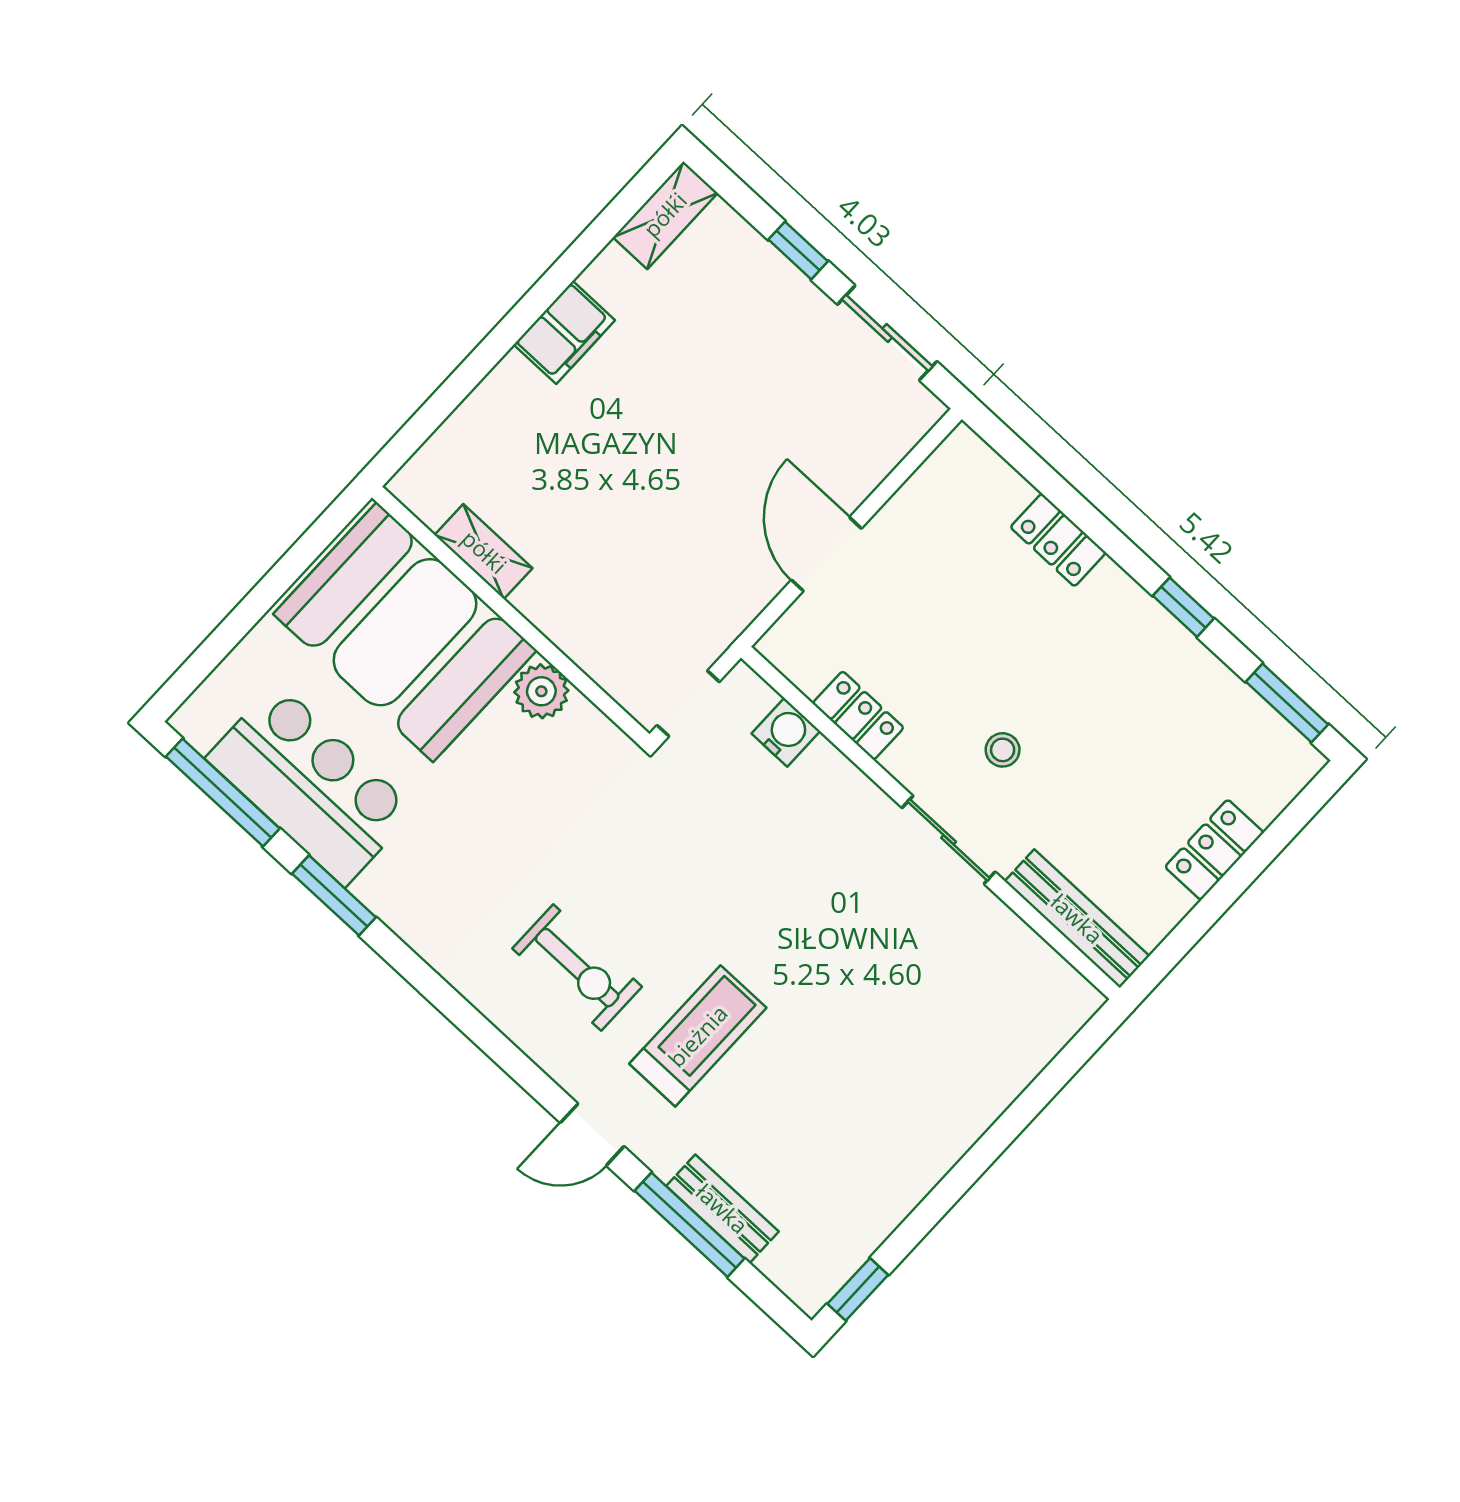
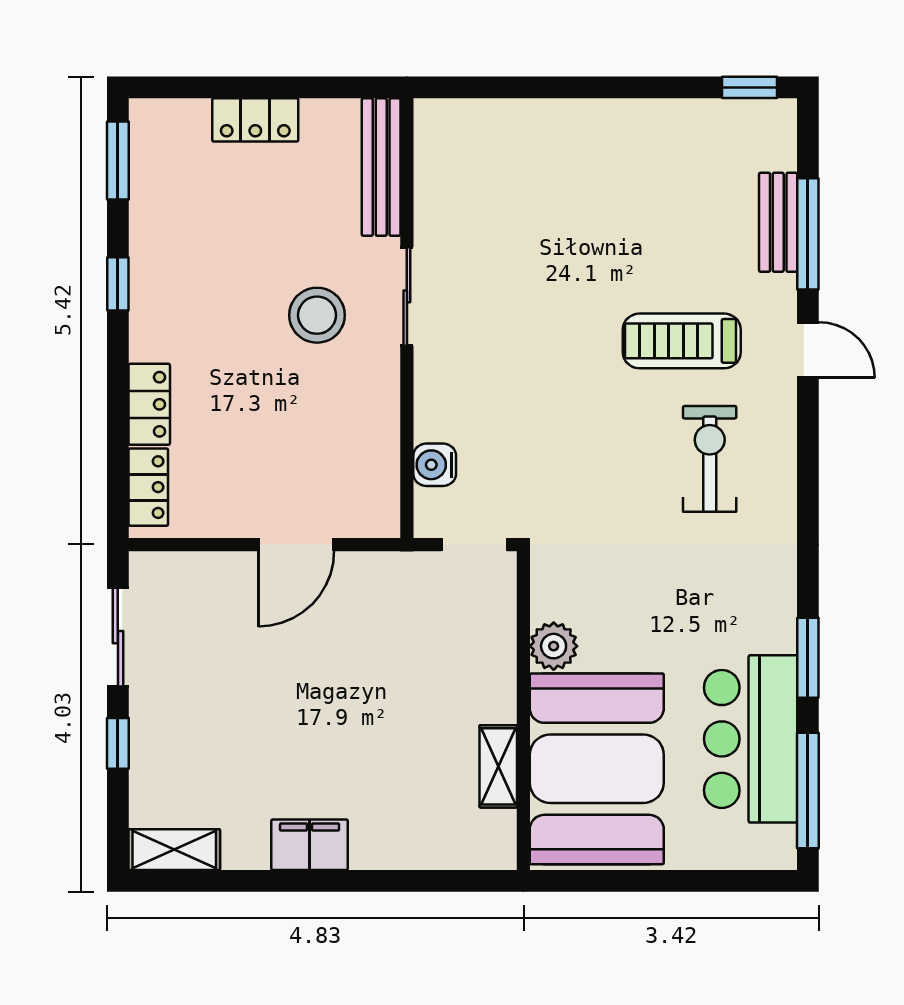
locker: (858, 716) -> (148, 487), moved, turned 180
stool: (1003, 750) -> (317, 315), width x1.89, depth x1.89

